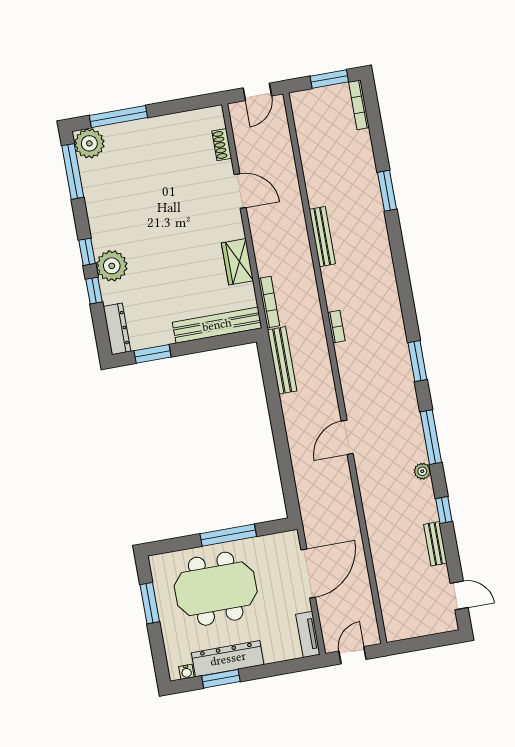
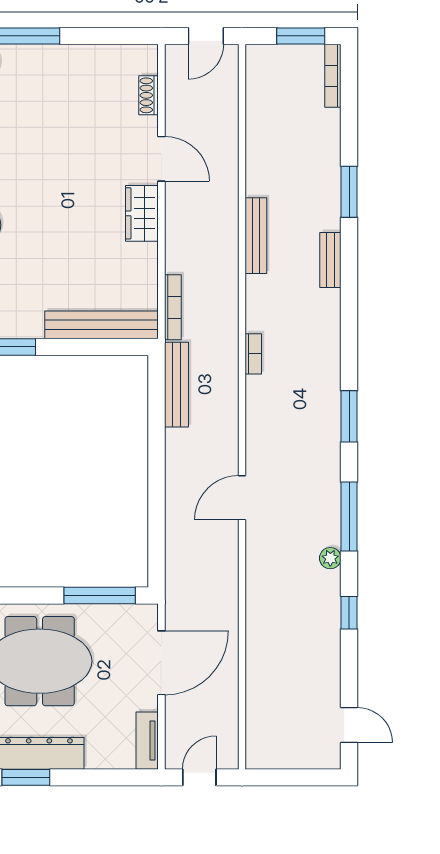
wardrobe: (237, 262) -> (142, 213), moved
window: (228, 535) -> (100, 596), moved
bench: (435, 544) -> (330, 260), moved

